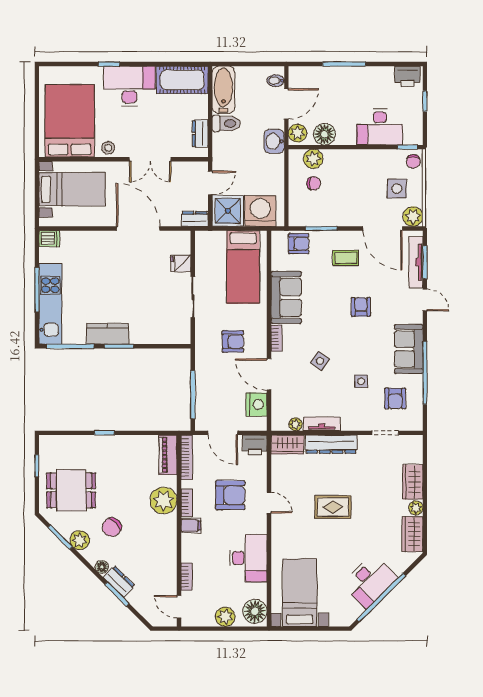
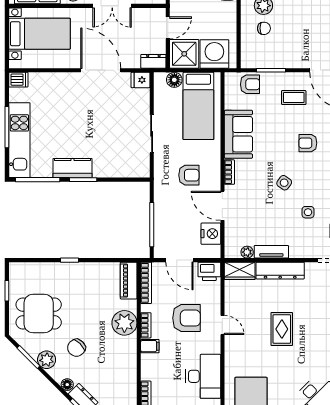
floor lamp: (217, 239) -> (174, 80), added
fridge: (181, 263) -> (140, 80), moved
armchair: (361, 307) -> (308, 143), turned -90
side table: (320, 361) -> (284, 183), moved
rug: (333, 507) -> (282, 329), turned 90

